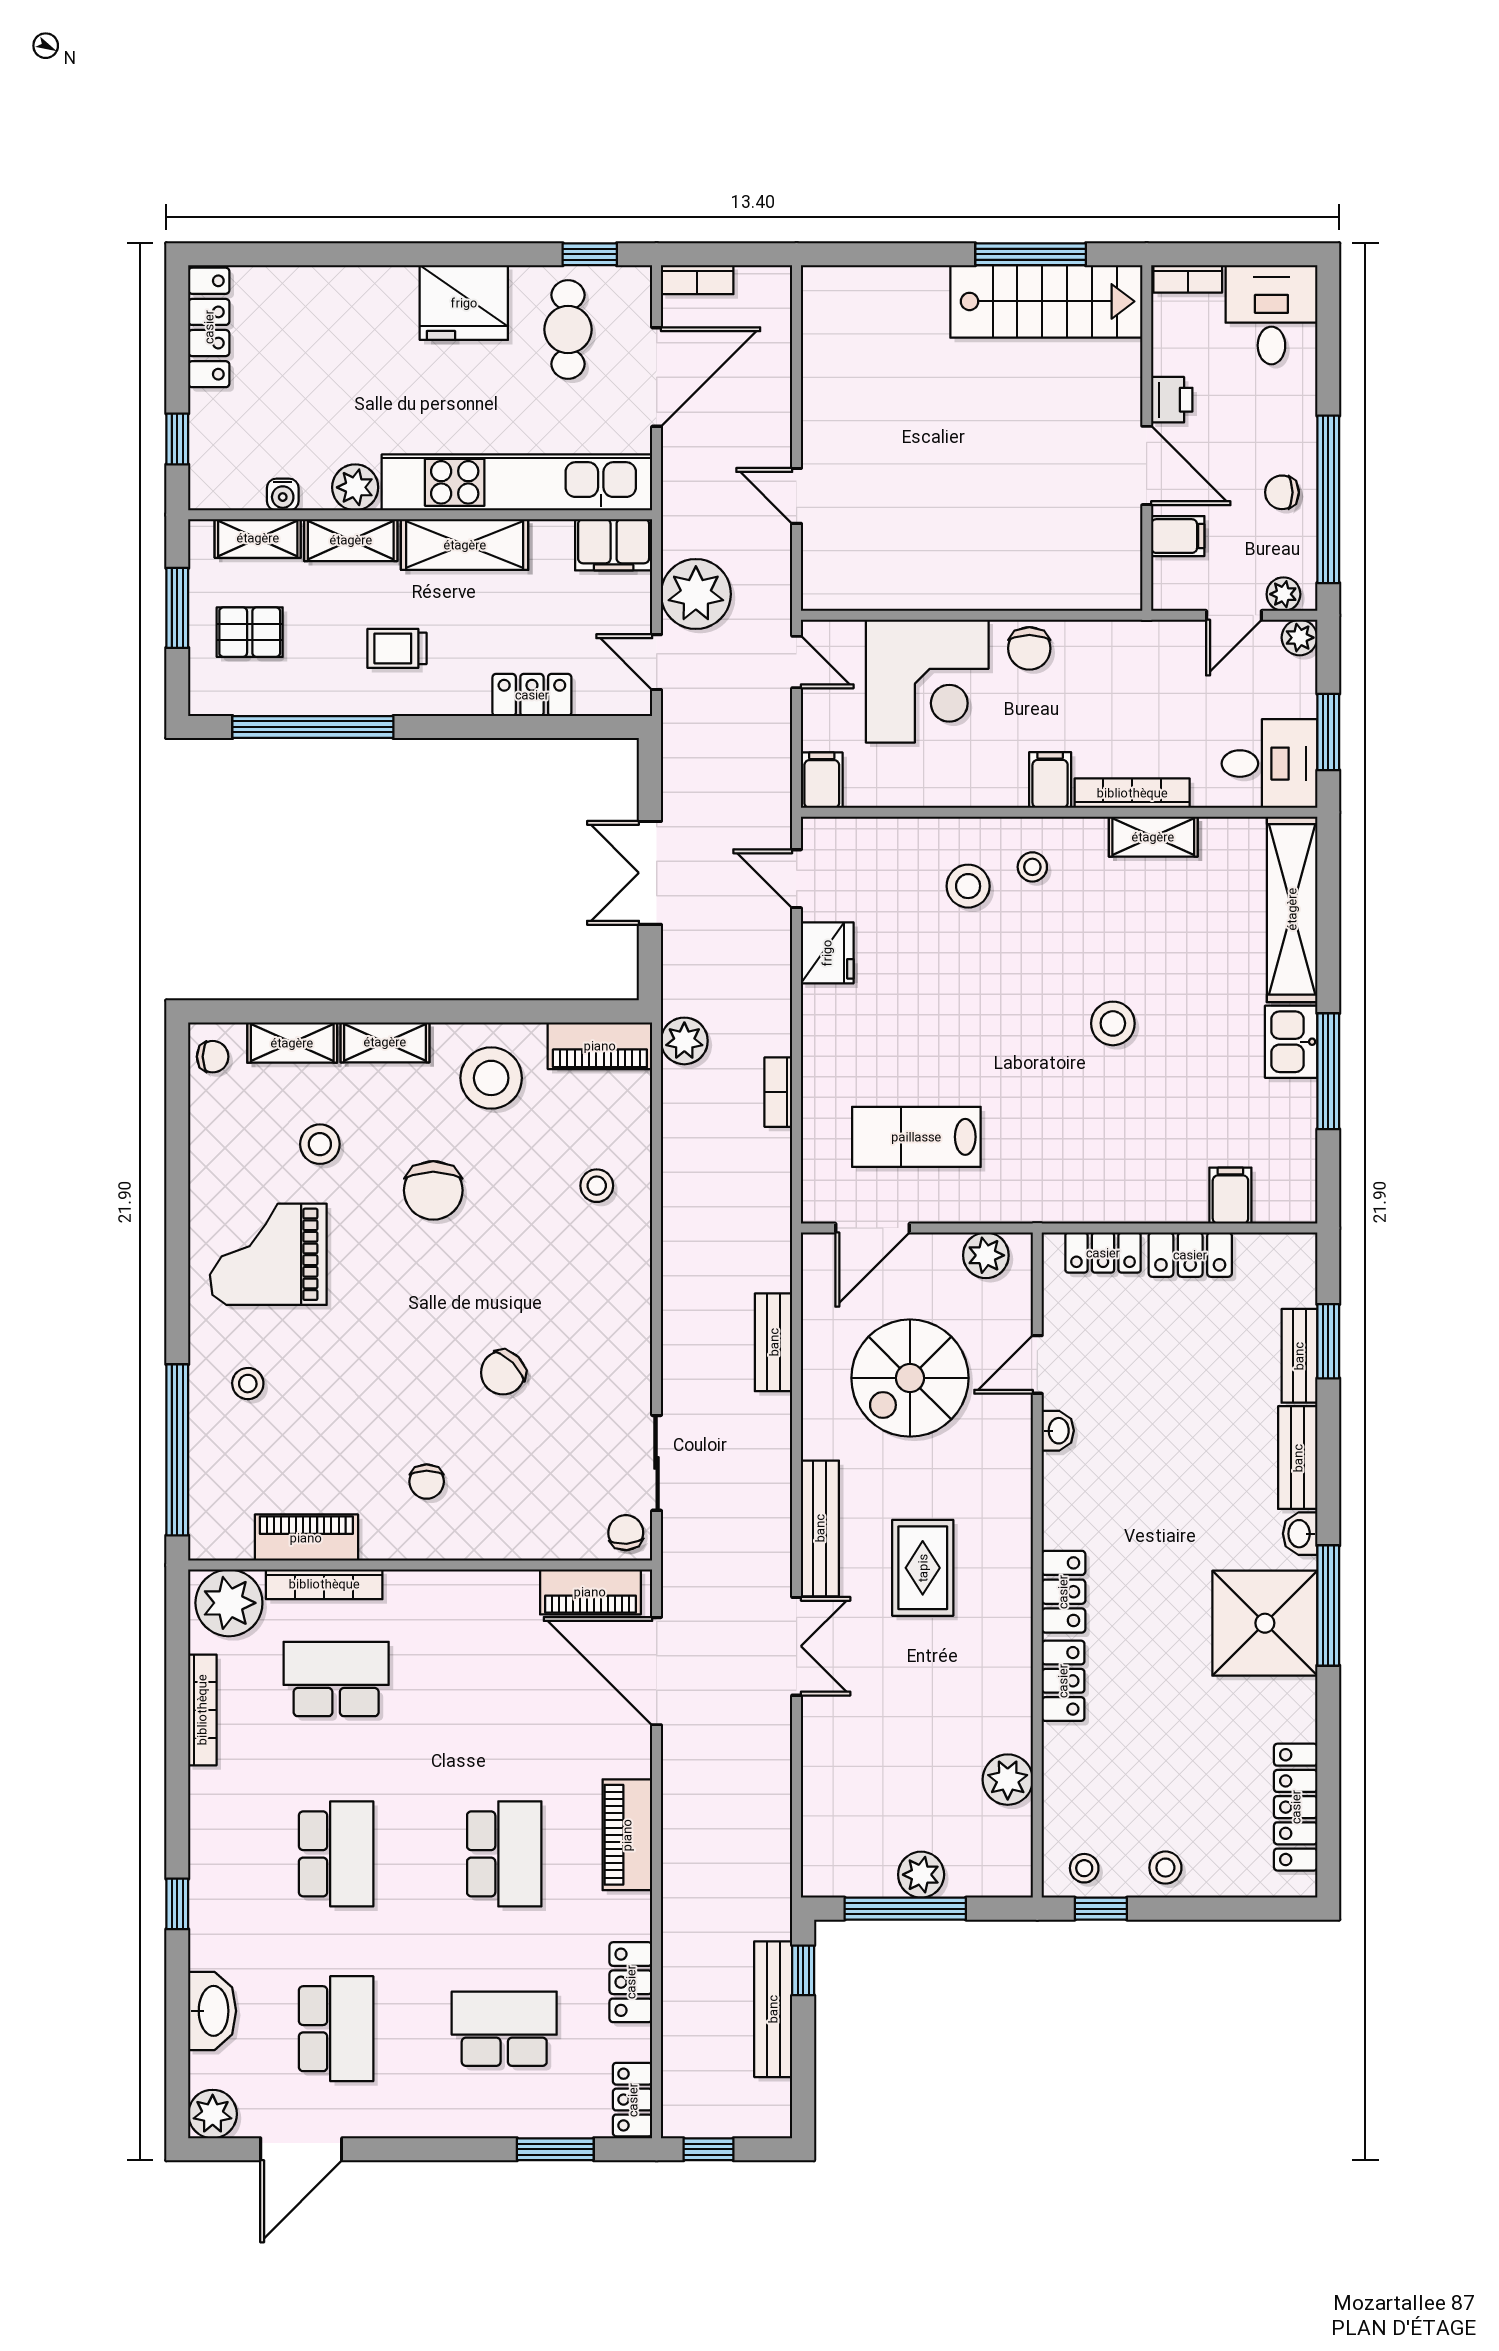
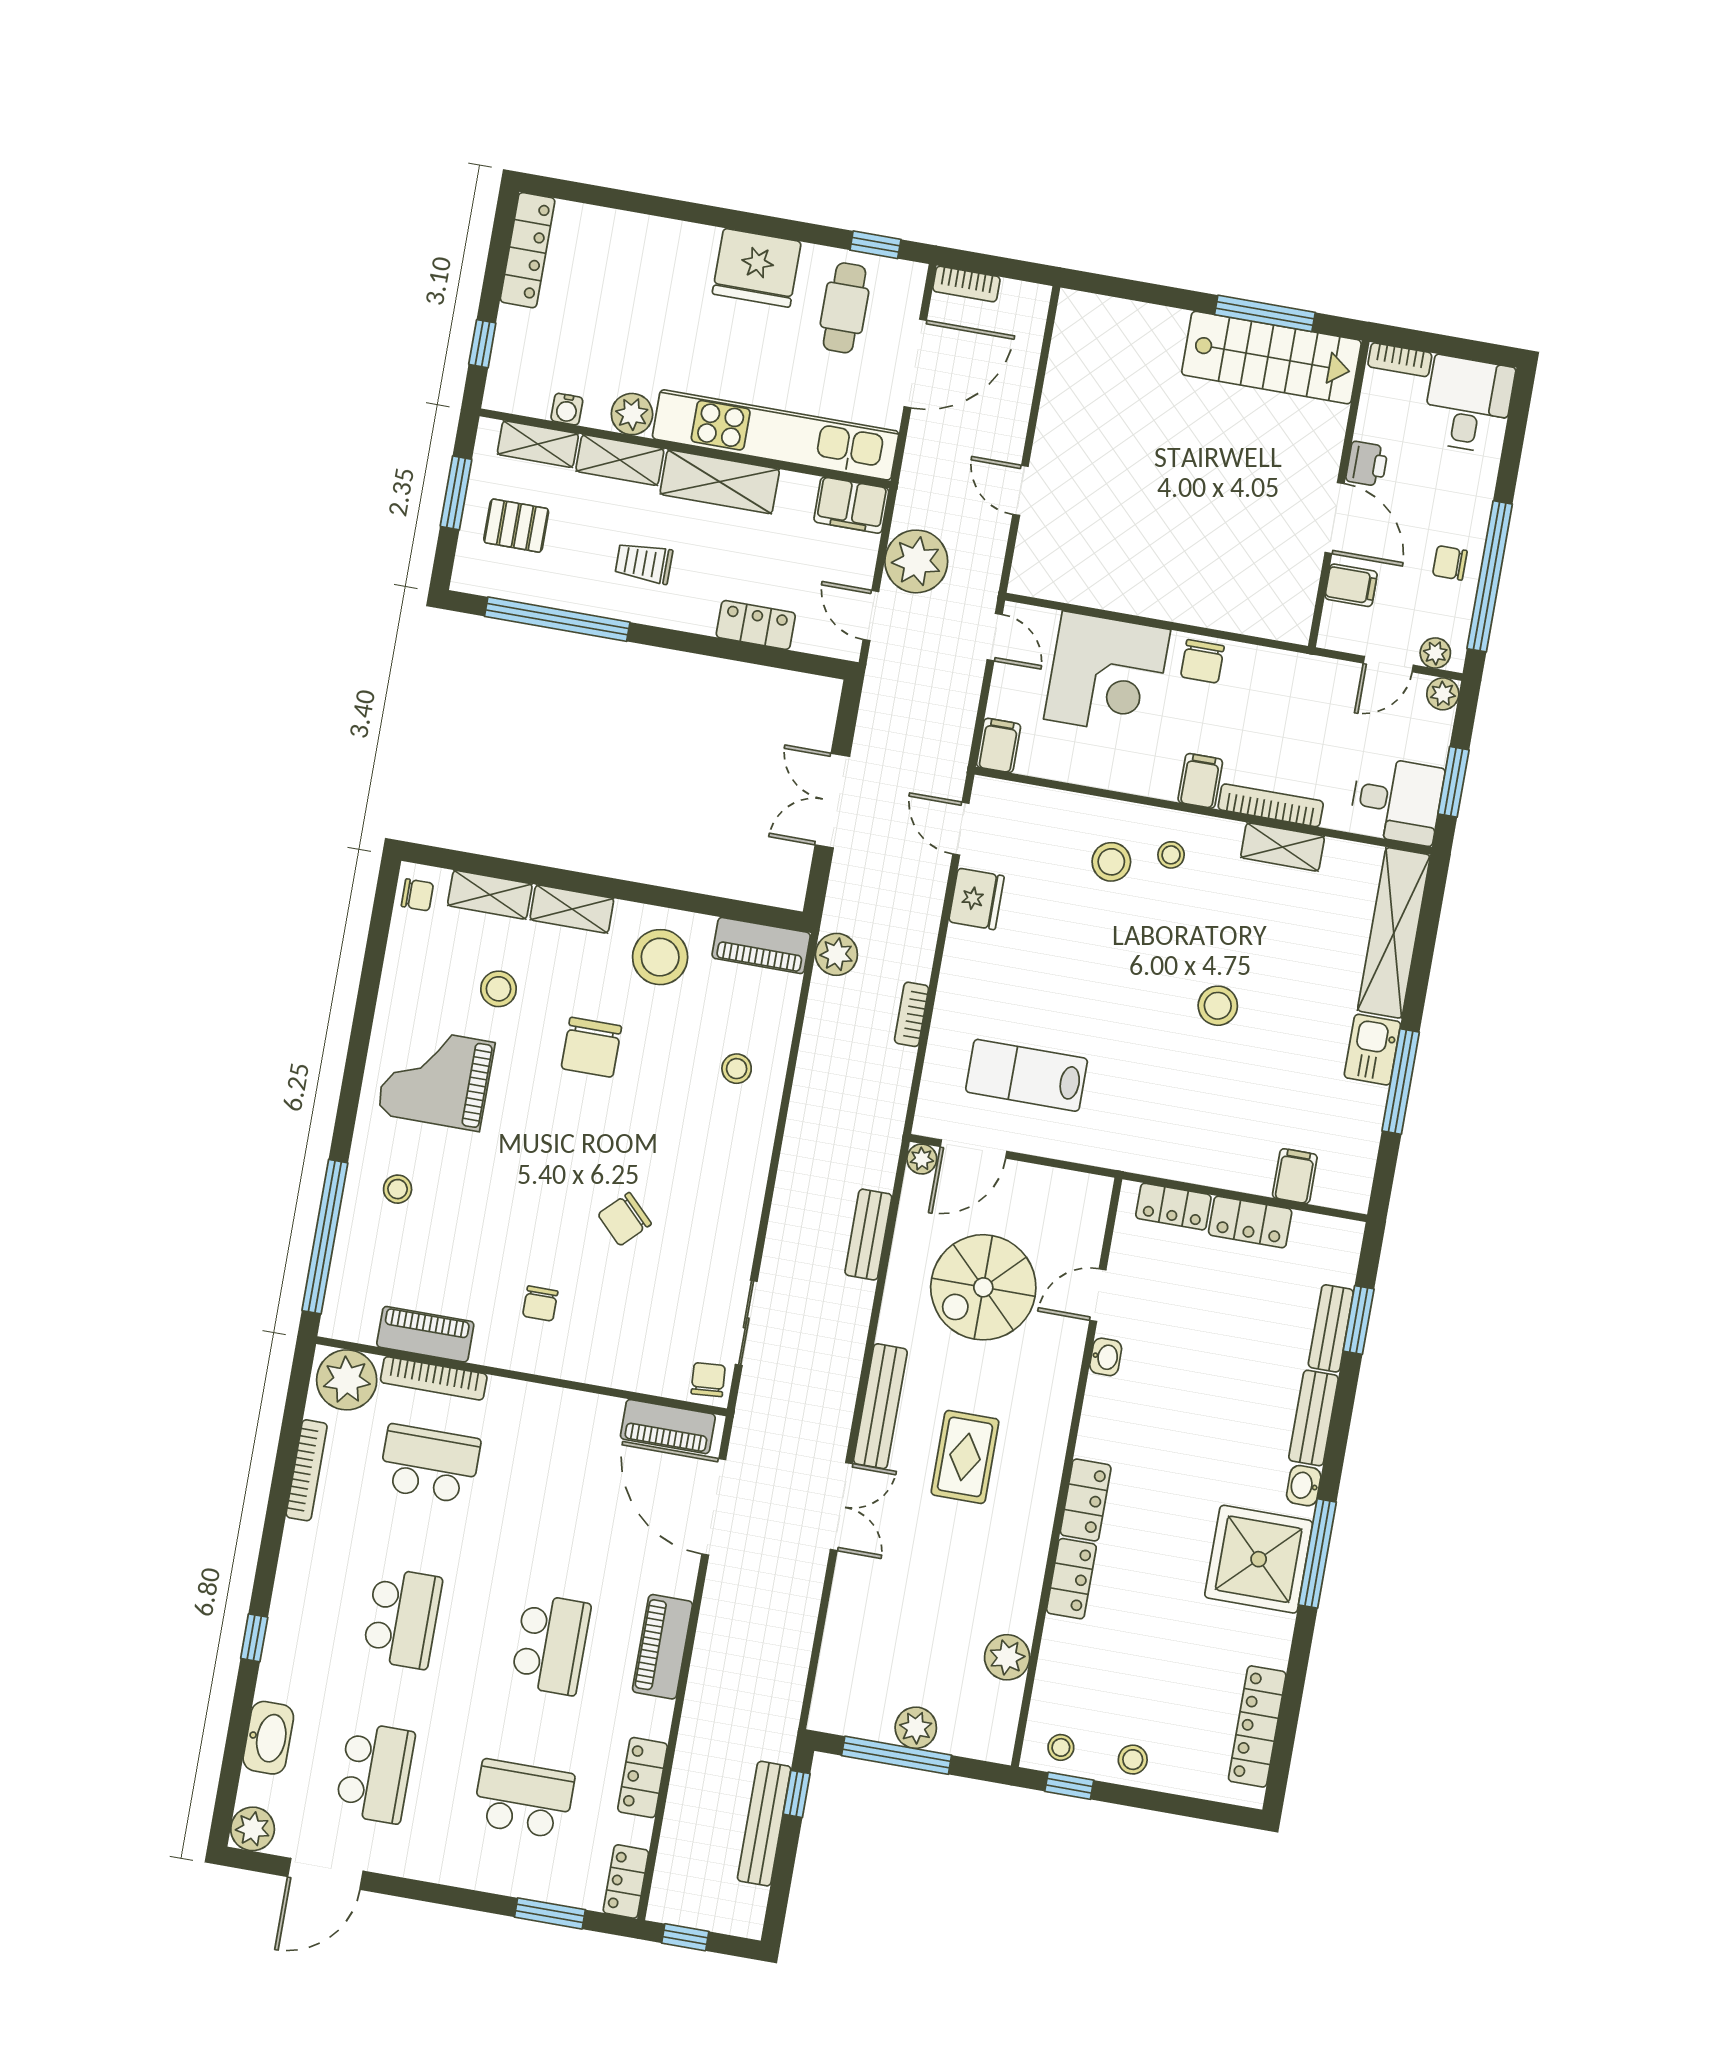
plant: (986, 1255) -> (922, 1159), moved, width x0.73, depth x0.73

